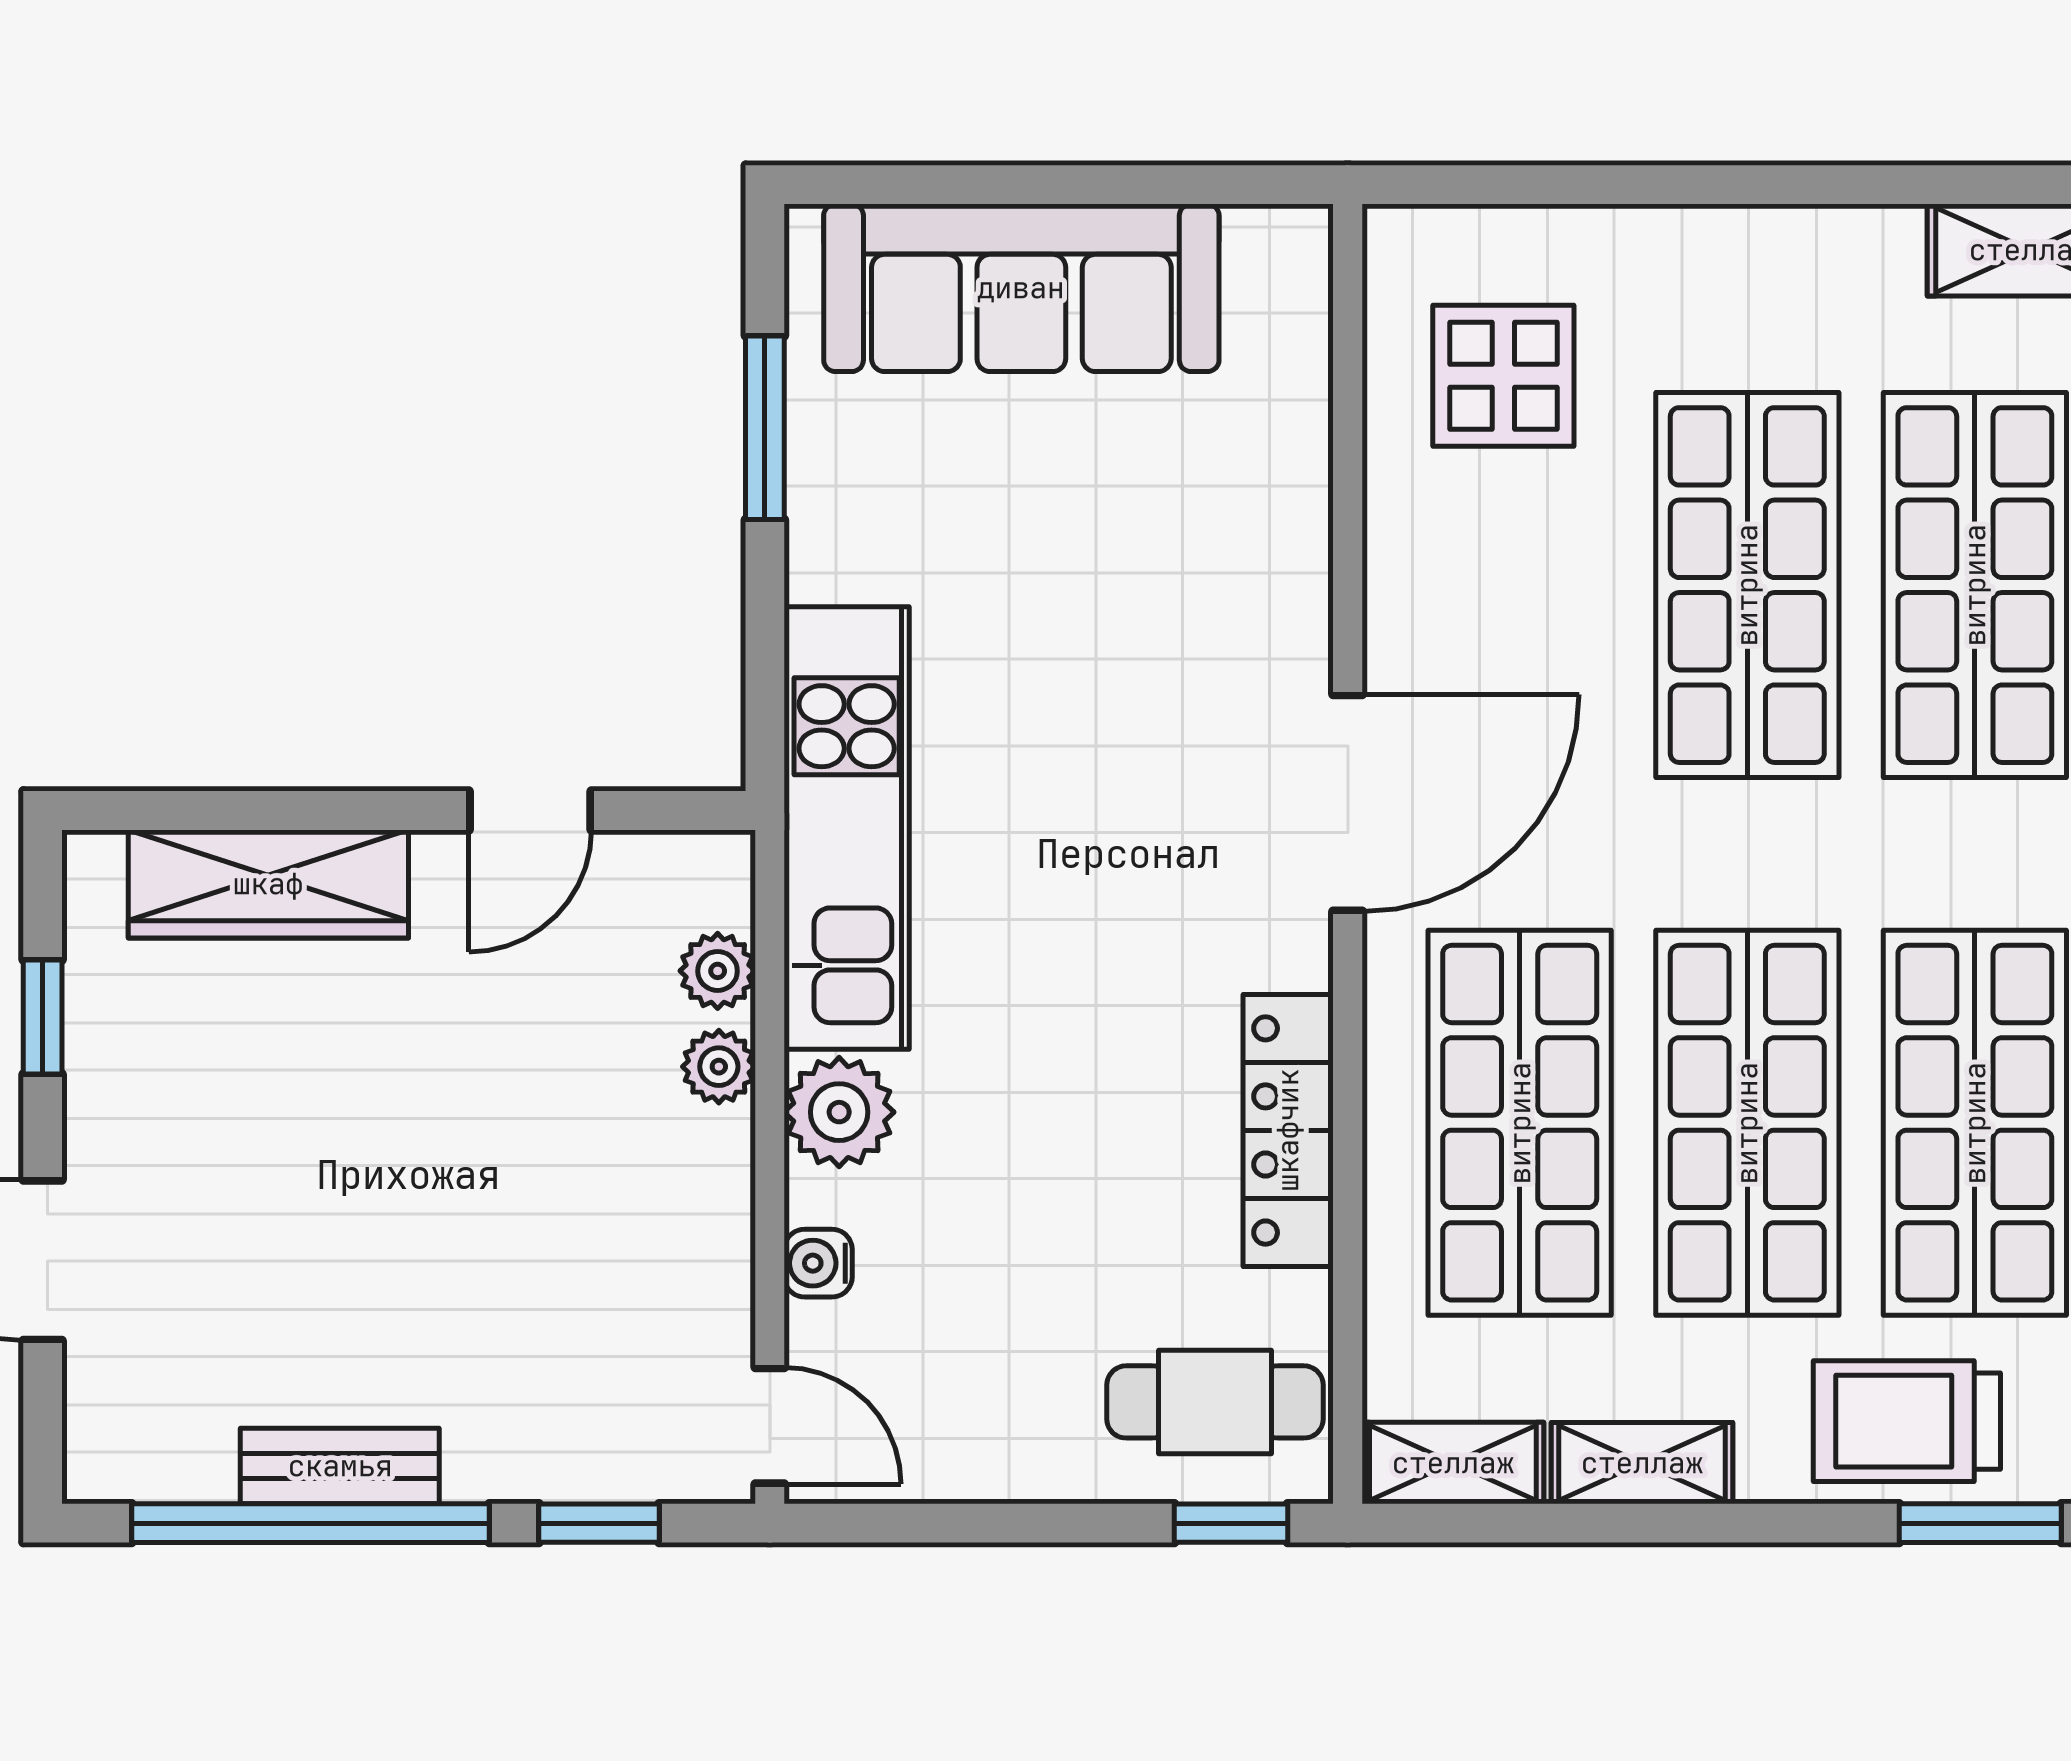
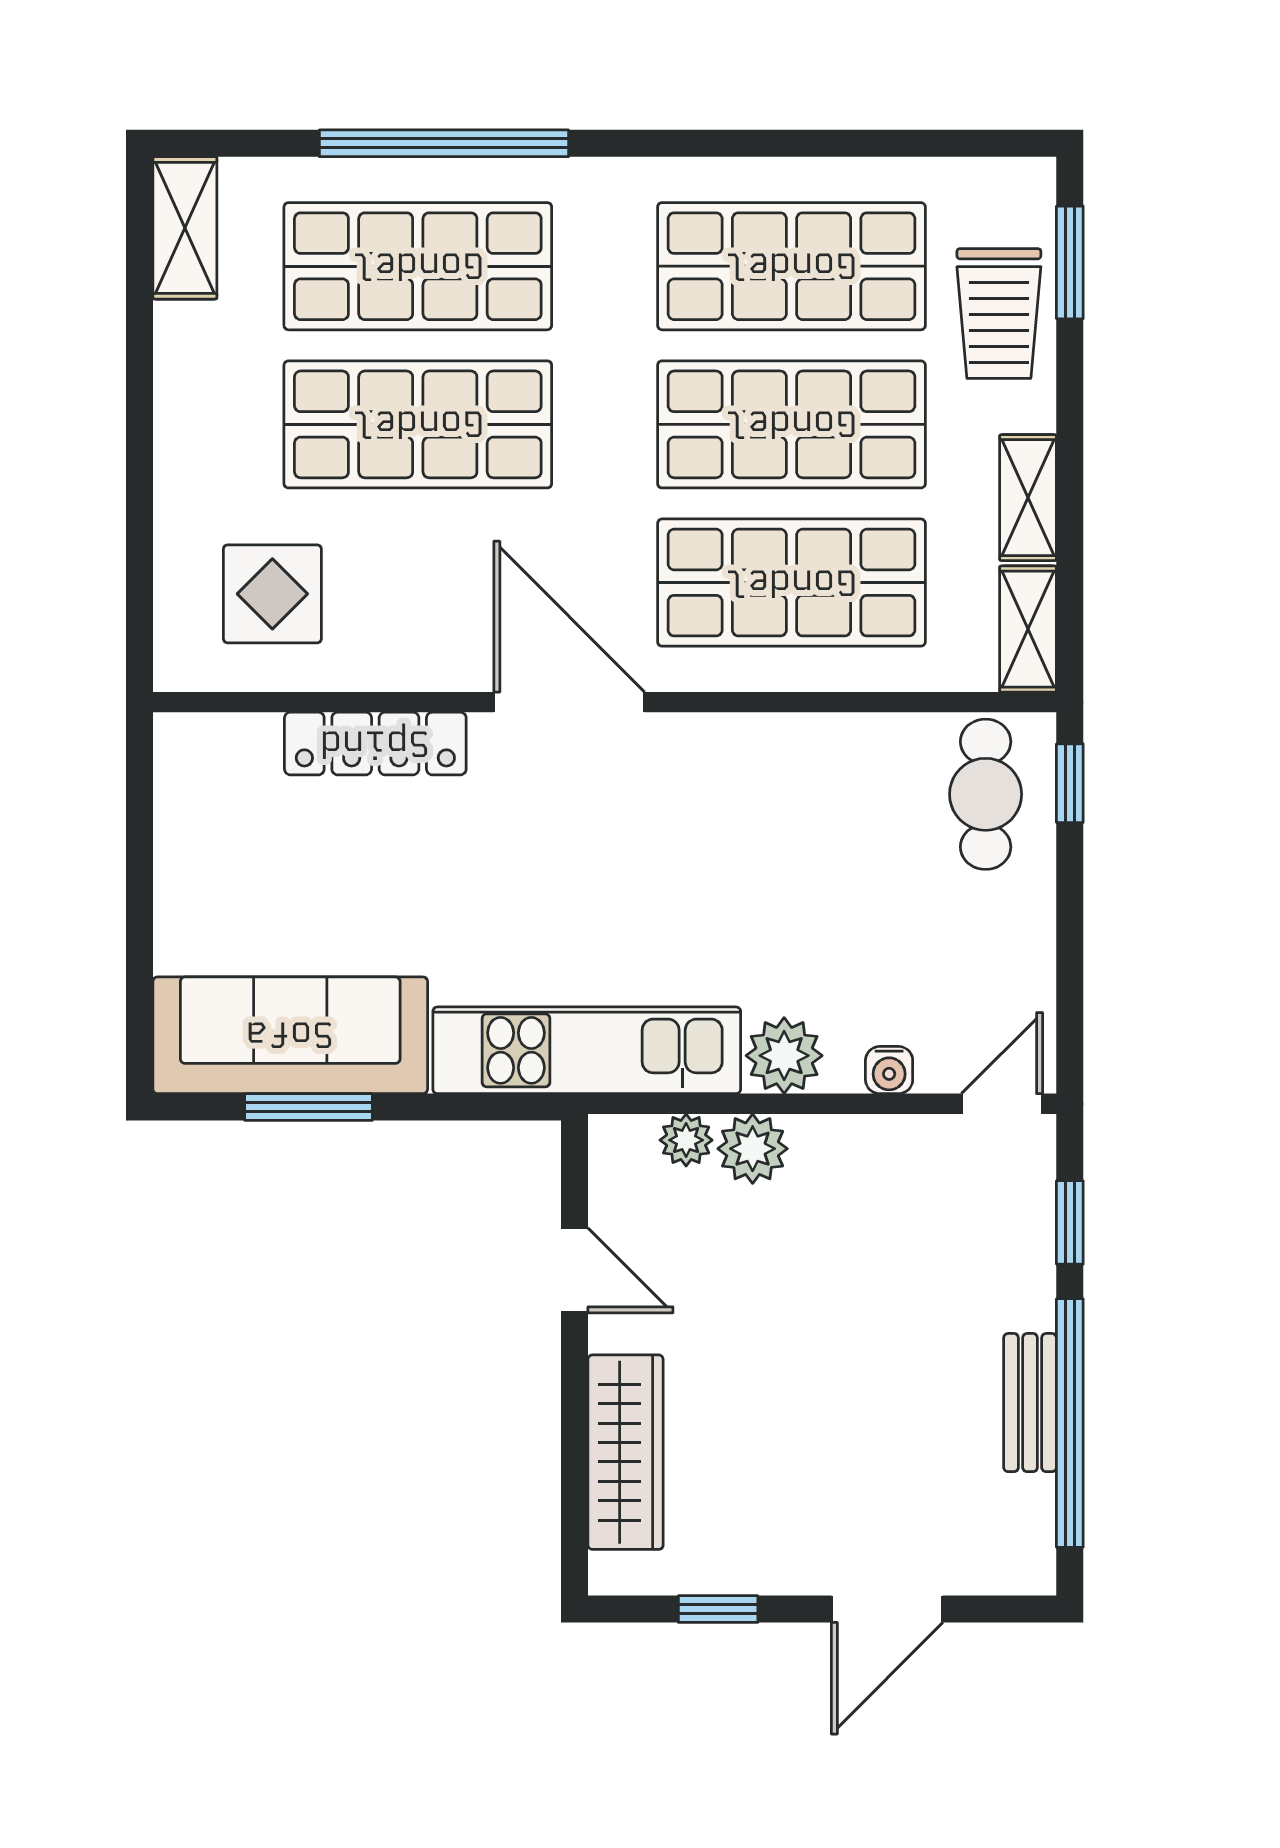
sofa: (1021, 288) -> (290, 1035), moved, turned -90
plant: (719, 1067) -> (753, 1149), width x1.38, depth x1.38
locker: (1288, 1130) -> (375, 744), moved

